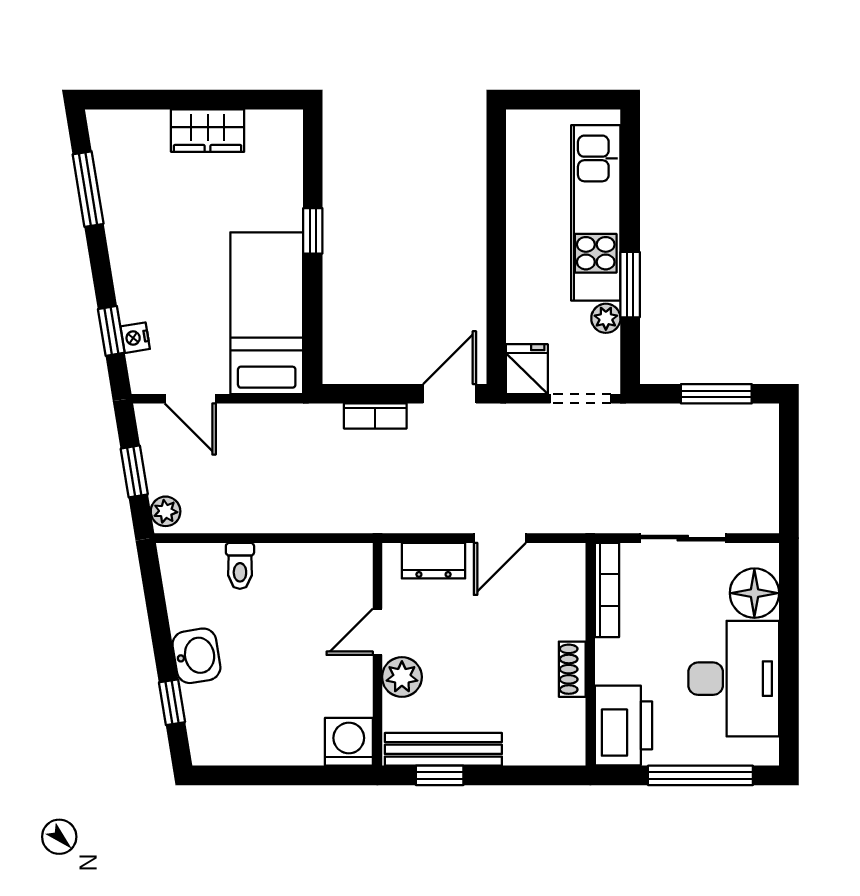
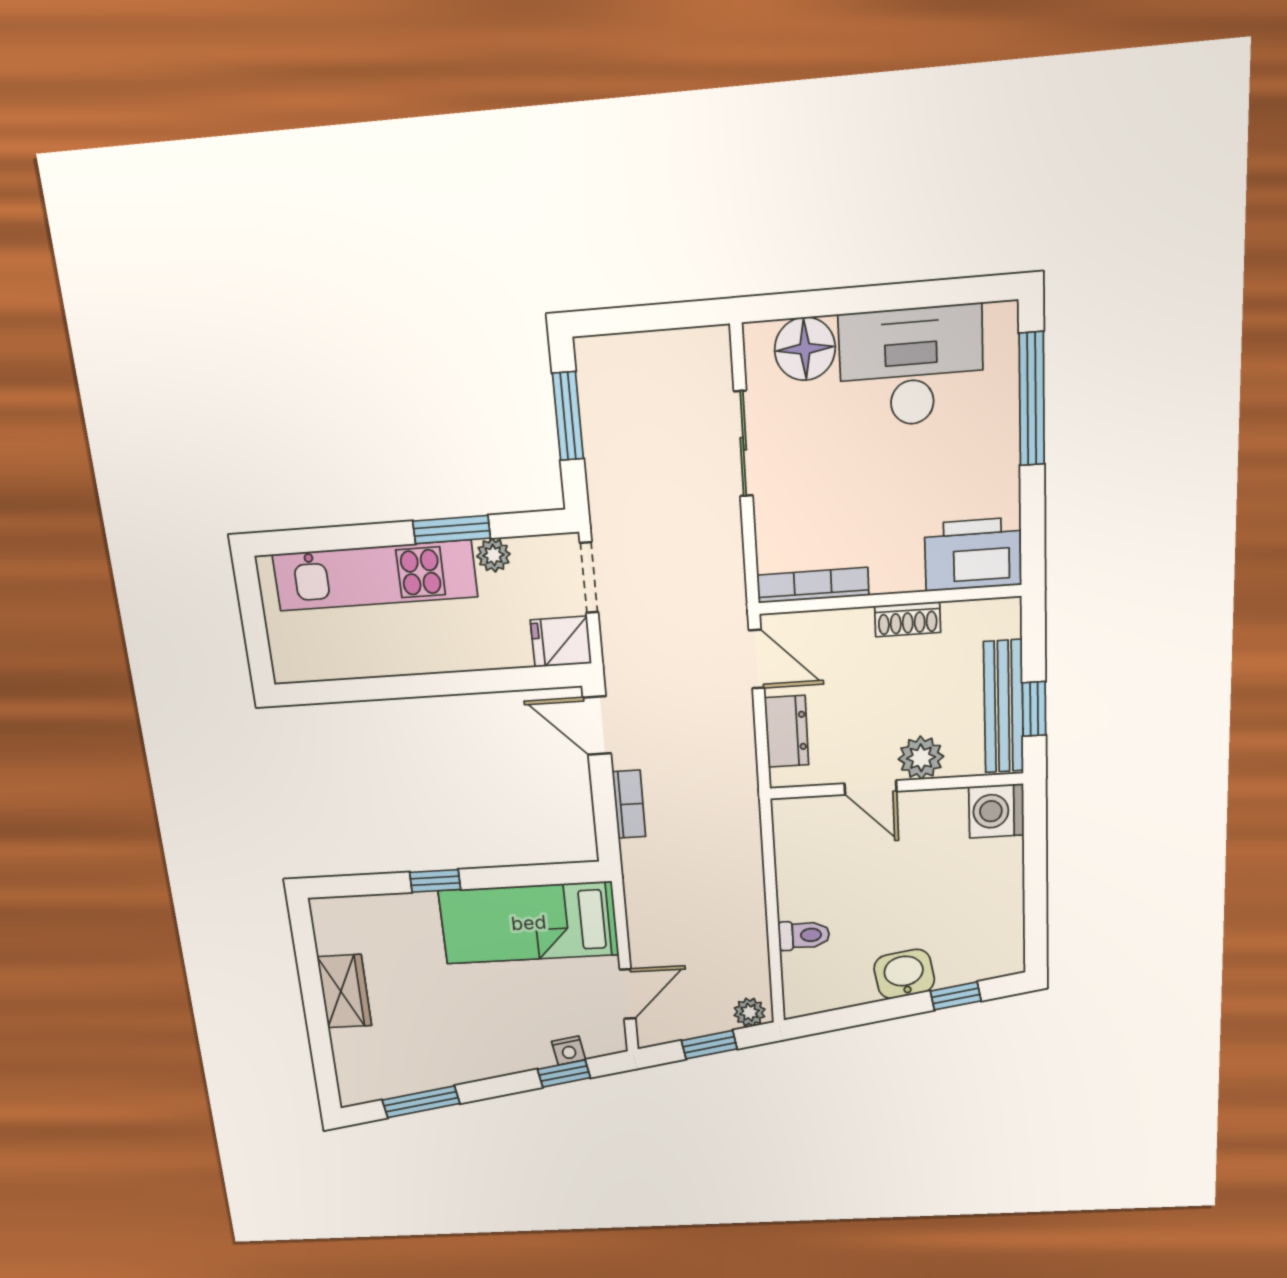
bookcase: (607, 590) -> (813, 585), moved
wall: (590, 654) -> (889, 599), moved
shoe rack: (572, 669) -> (908, 619), moved
printer: (624, 725) -> (973, 554), moved

